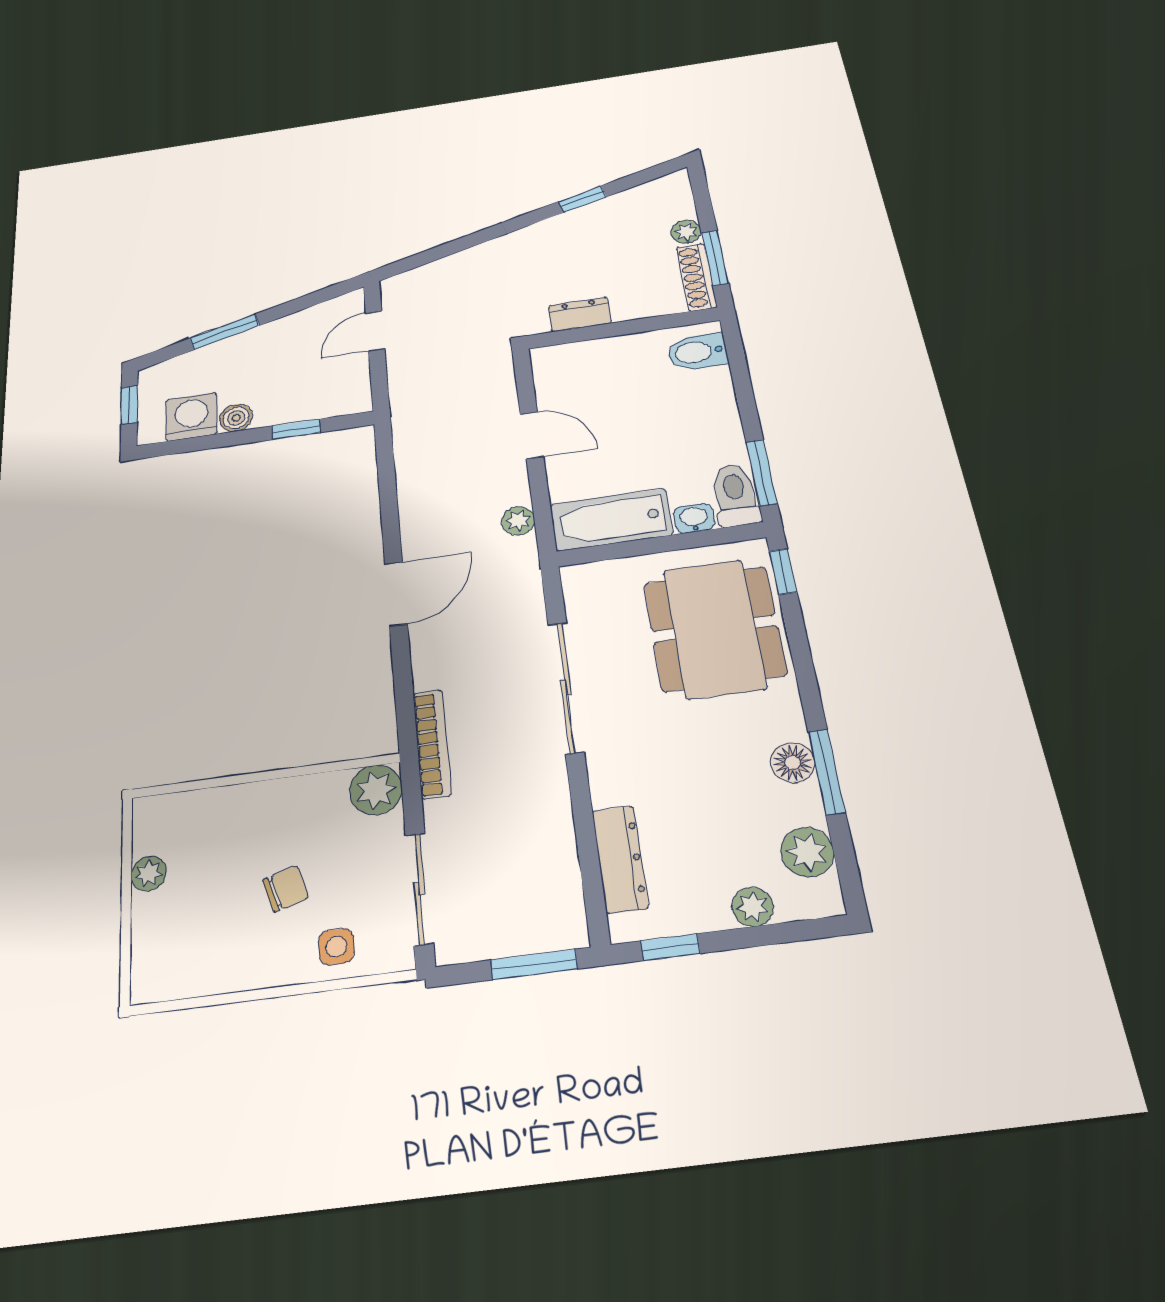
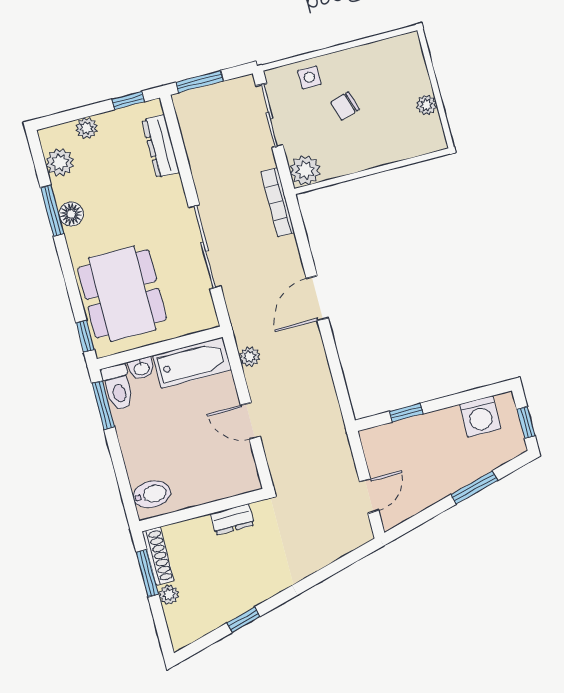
boiler: (236, 418) -> (449, 418), removed

